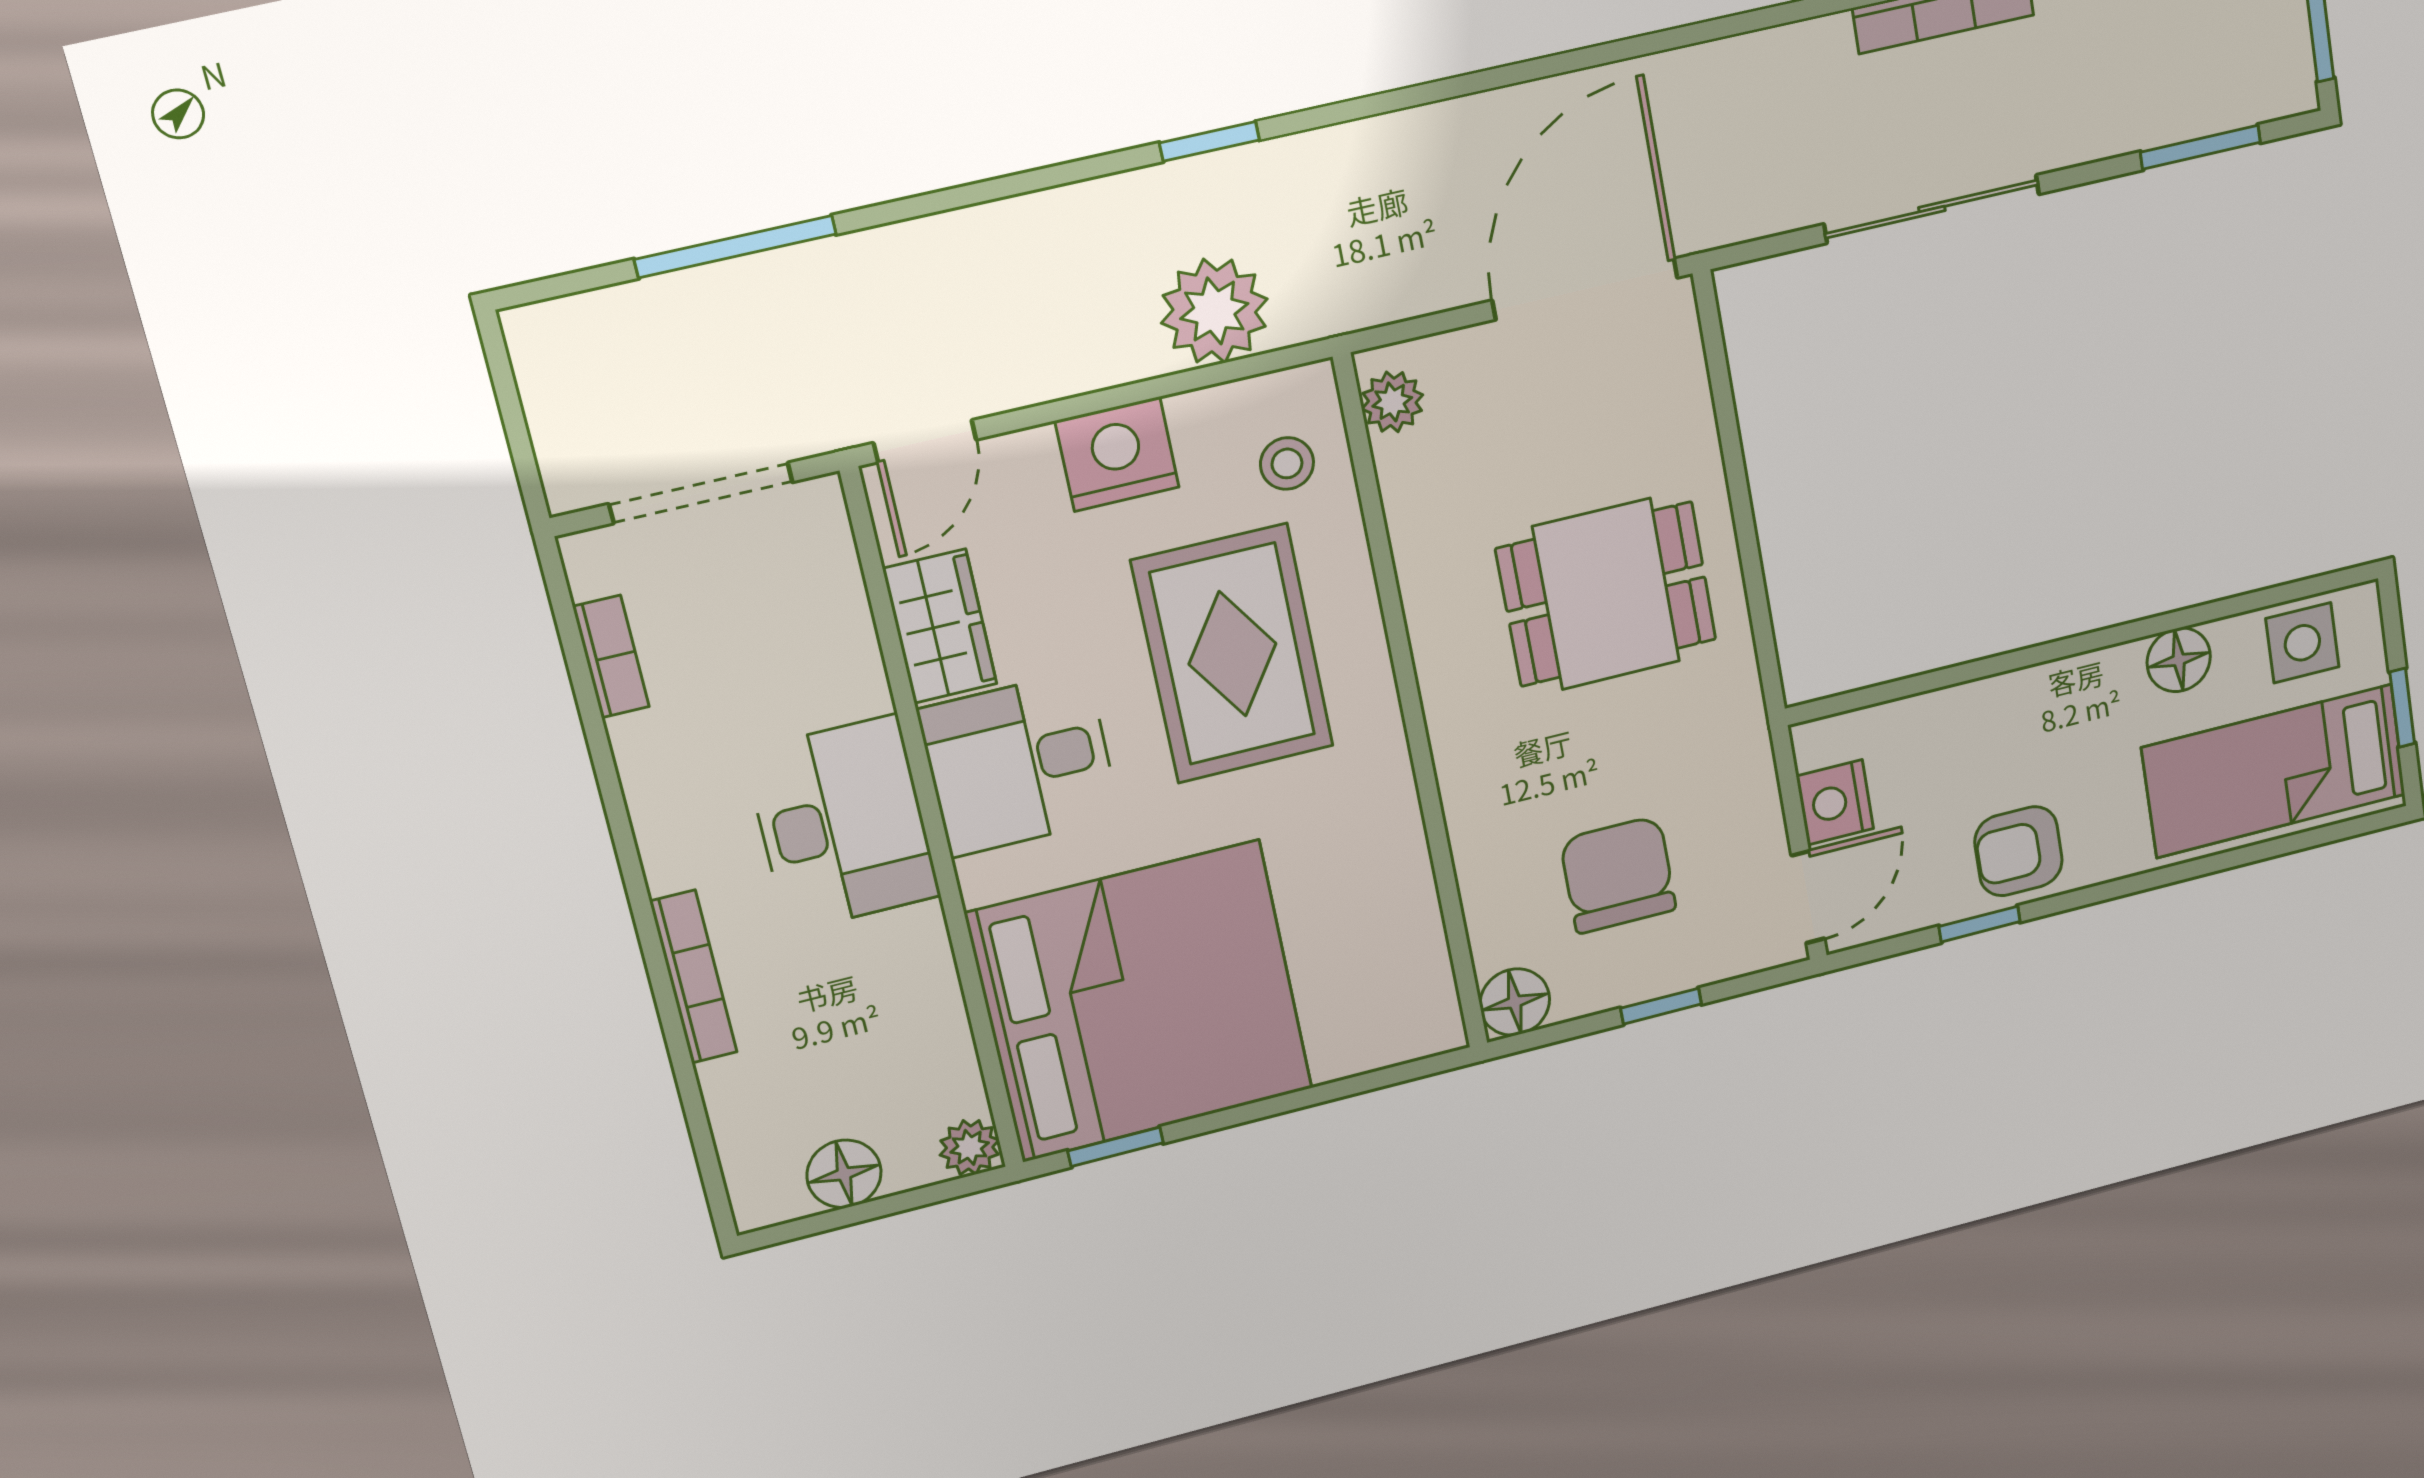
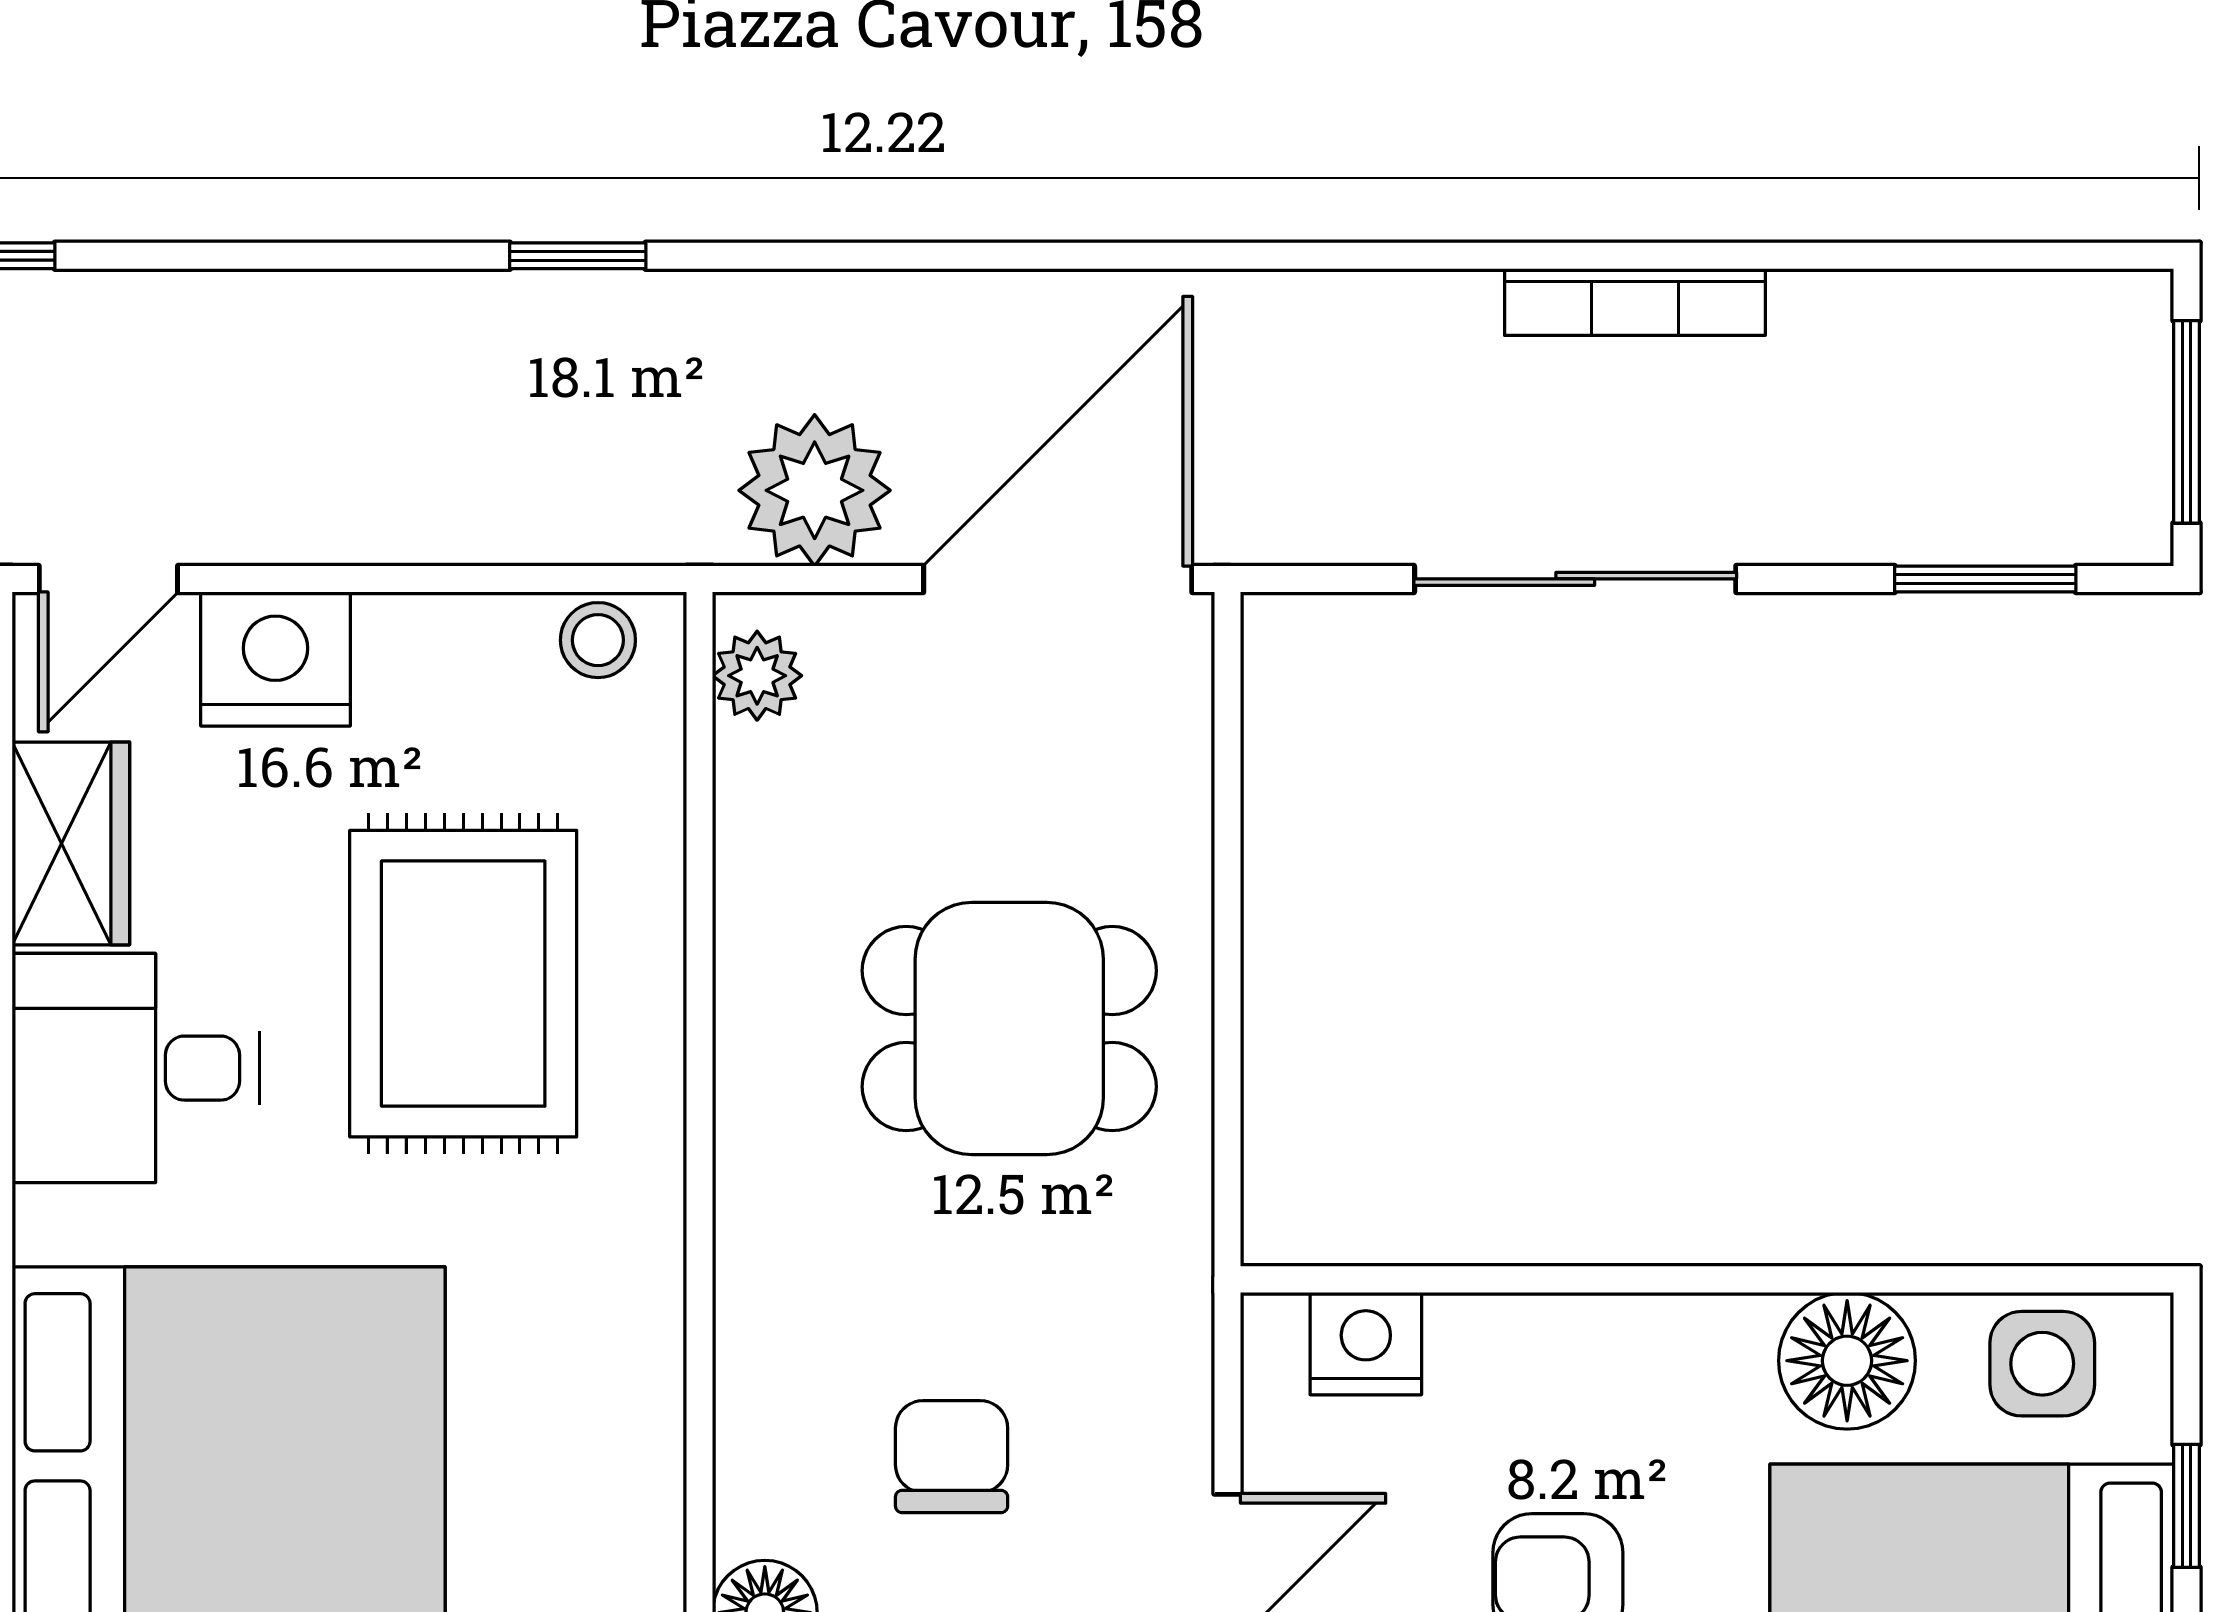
plant: (1214, 311) -> (815, 490), moved
nightstand: (1117, 454) -> (275, 659), moved
stool: (1287, 463) -> (598, 640), moved
floor lamp: (2179, 660) -> (1847, 1361), width x1.38, depth x1.38
nightstand: (1835, 802) -> (1366, 1344), moved, turned 90
chair: (1618, 875) -> (952, 1457), width x0.73, depth x0.73

